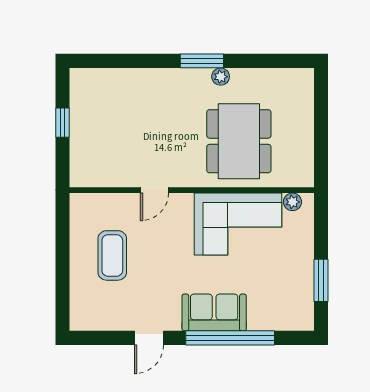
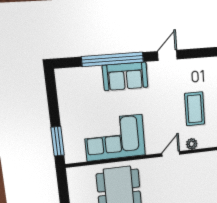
plant: (292, 202) -> (192, 144), moved
window: (321, 280) -> (57, 141), moved

